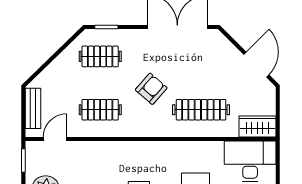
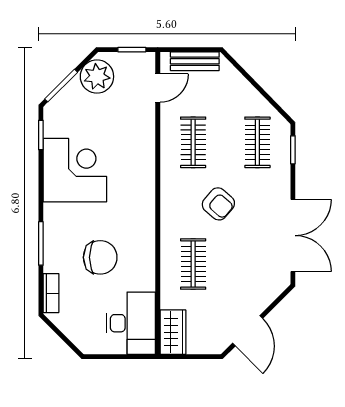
door: (256, 65) -> (248, 331), hinge flipped
clothes rail: (201, 110) -> (193, 264), width x0.73
door: (55, 139) -> (158, 88), hinge flipped

